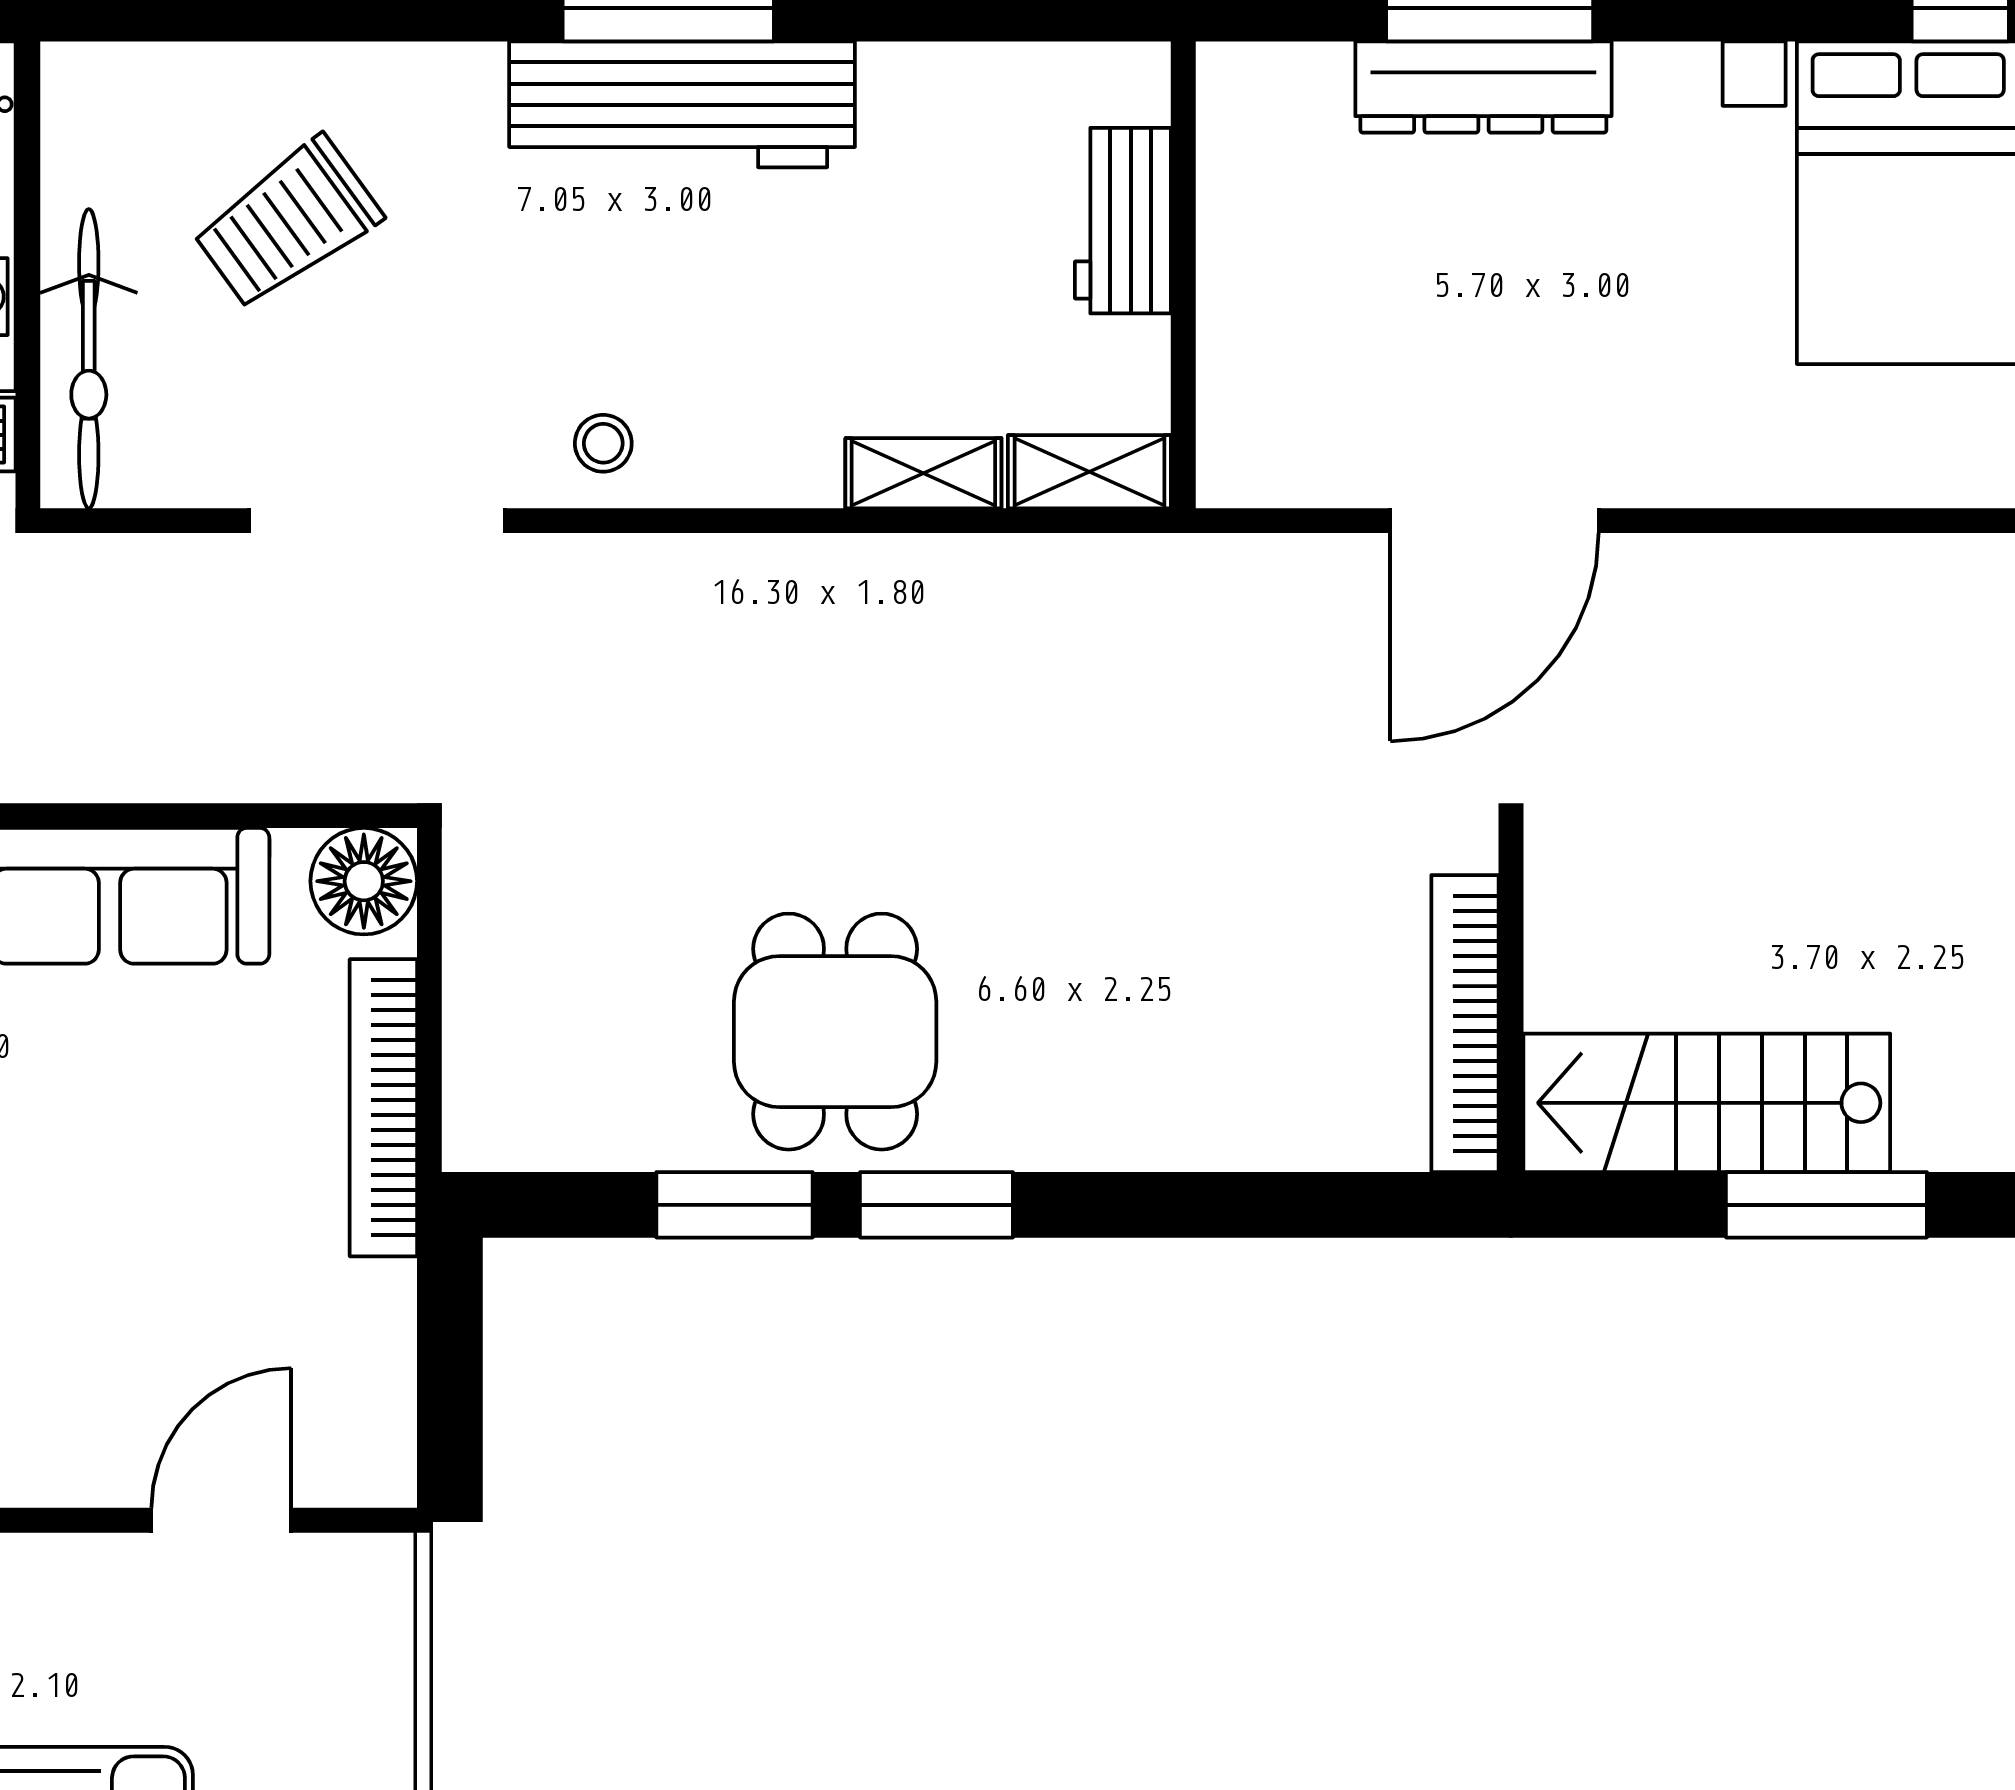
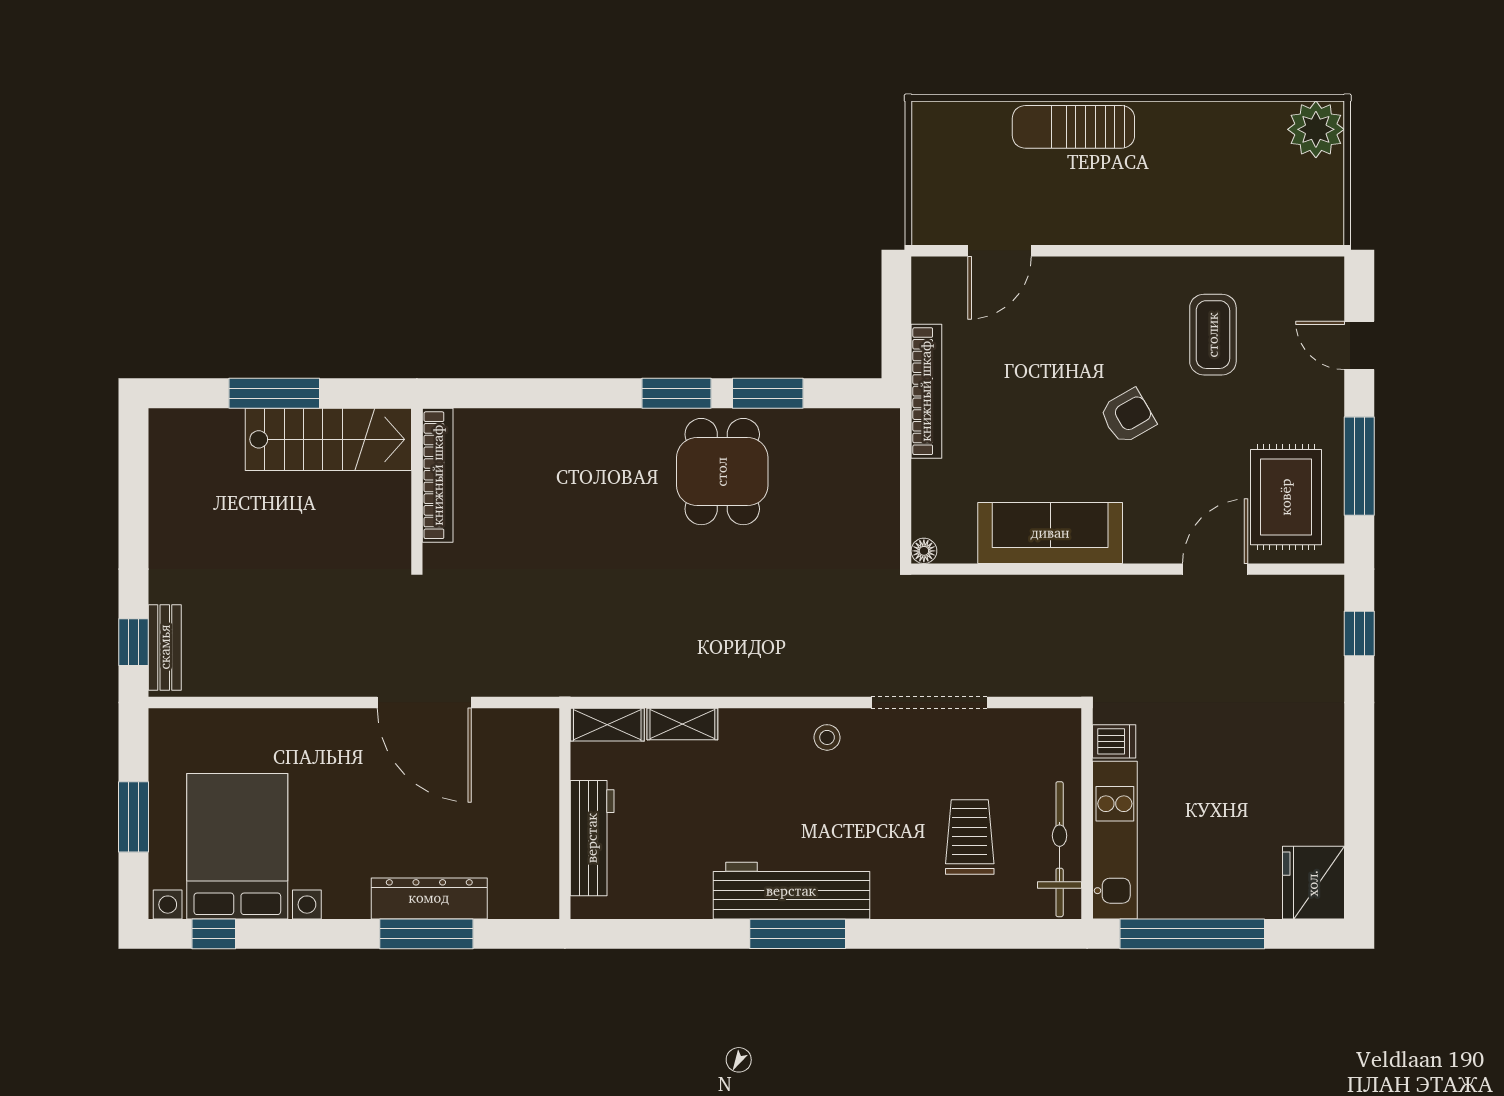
workbench: (1123, 221) -> (592, 838), width x1.38
trolley: (287, 223) -> (970, 837), turned -54
bicycle: (89, 359) -> (1060, 849), moved
door: (1495, 521) -> (424, 702), swing flipped
floor lamp: (364, 881) -> (924, 551), width x0.53, depth x0.53
bookcase: (383, 1108) -> (926, 391), moved

